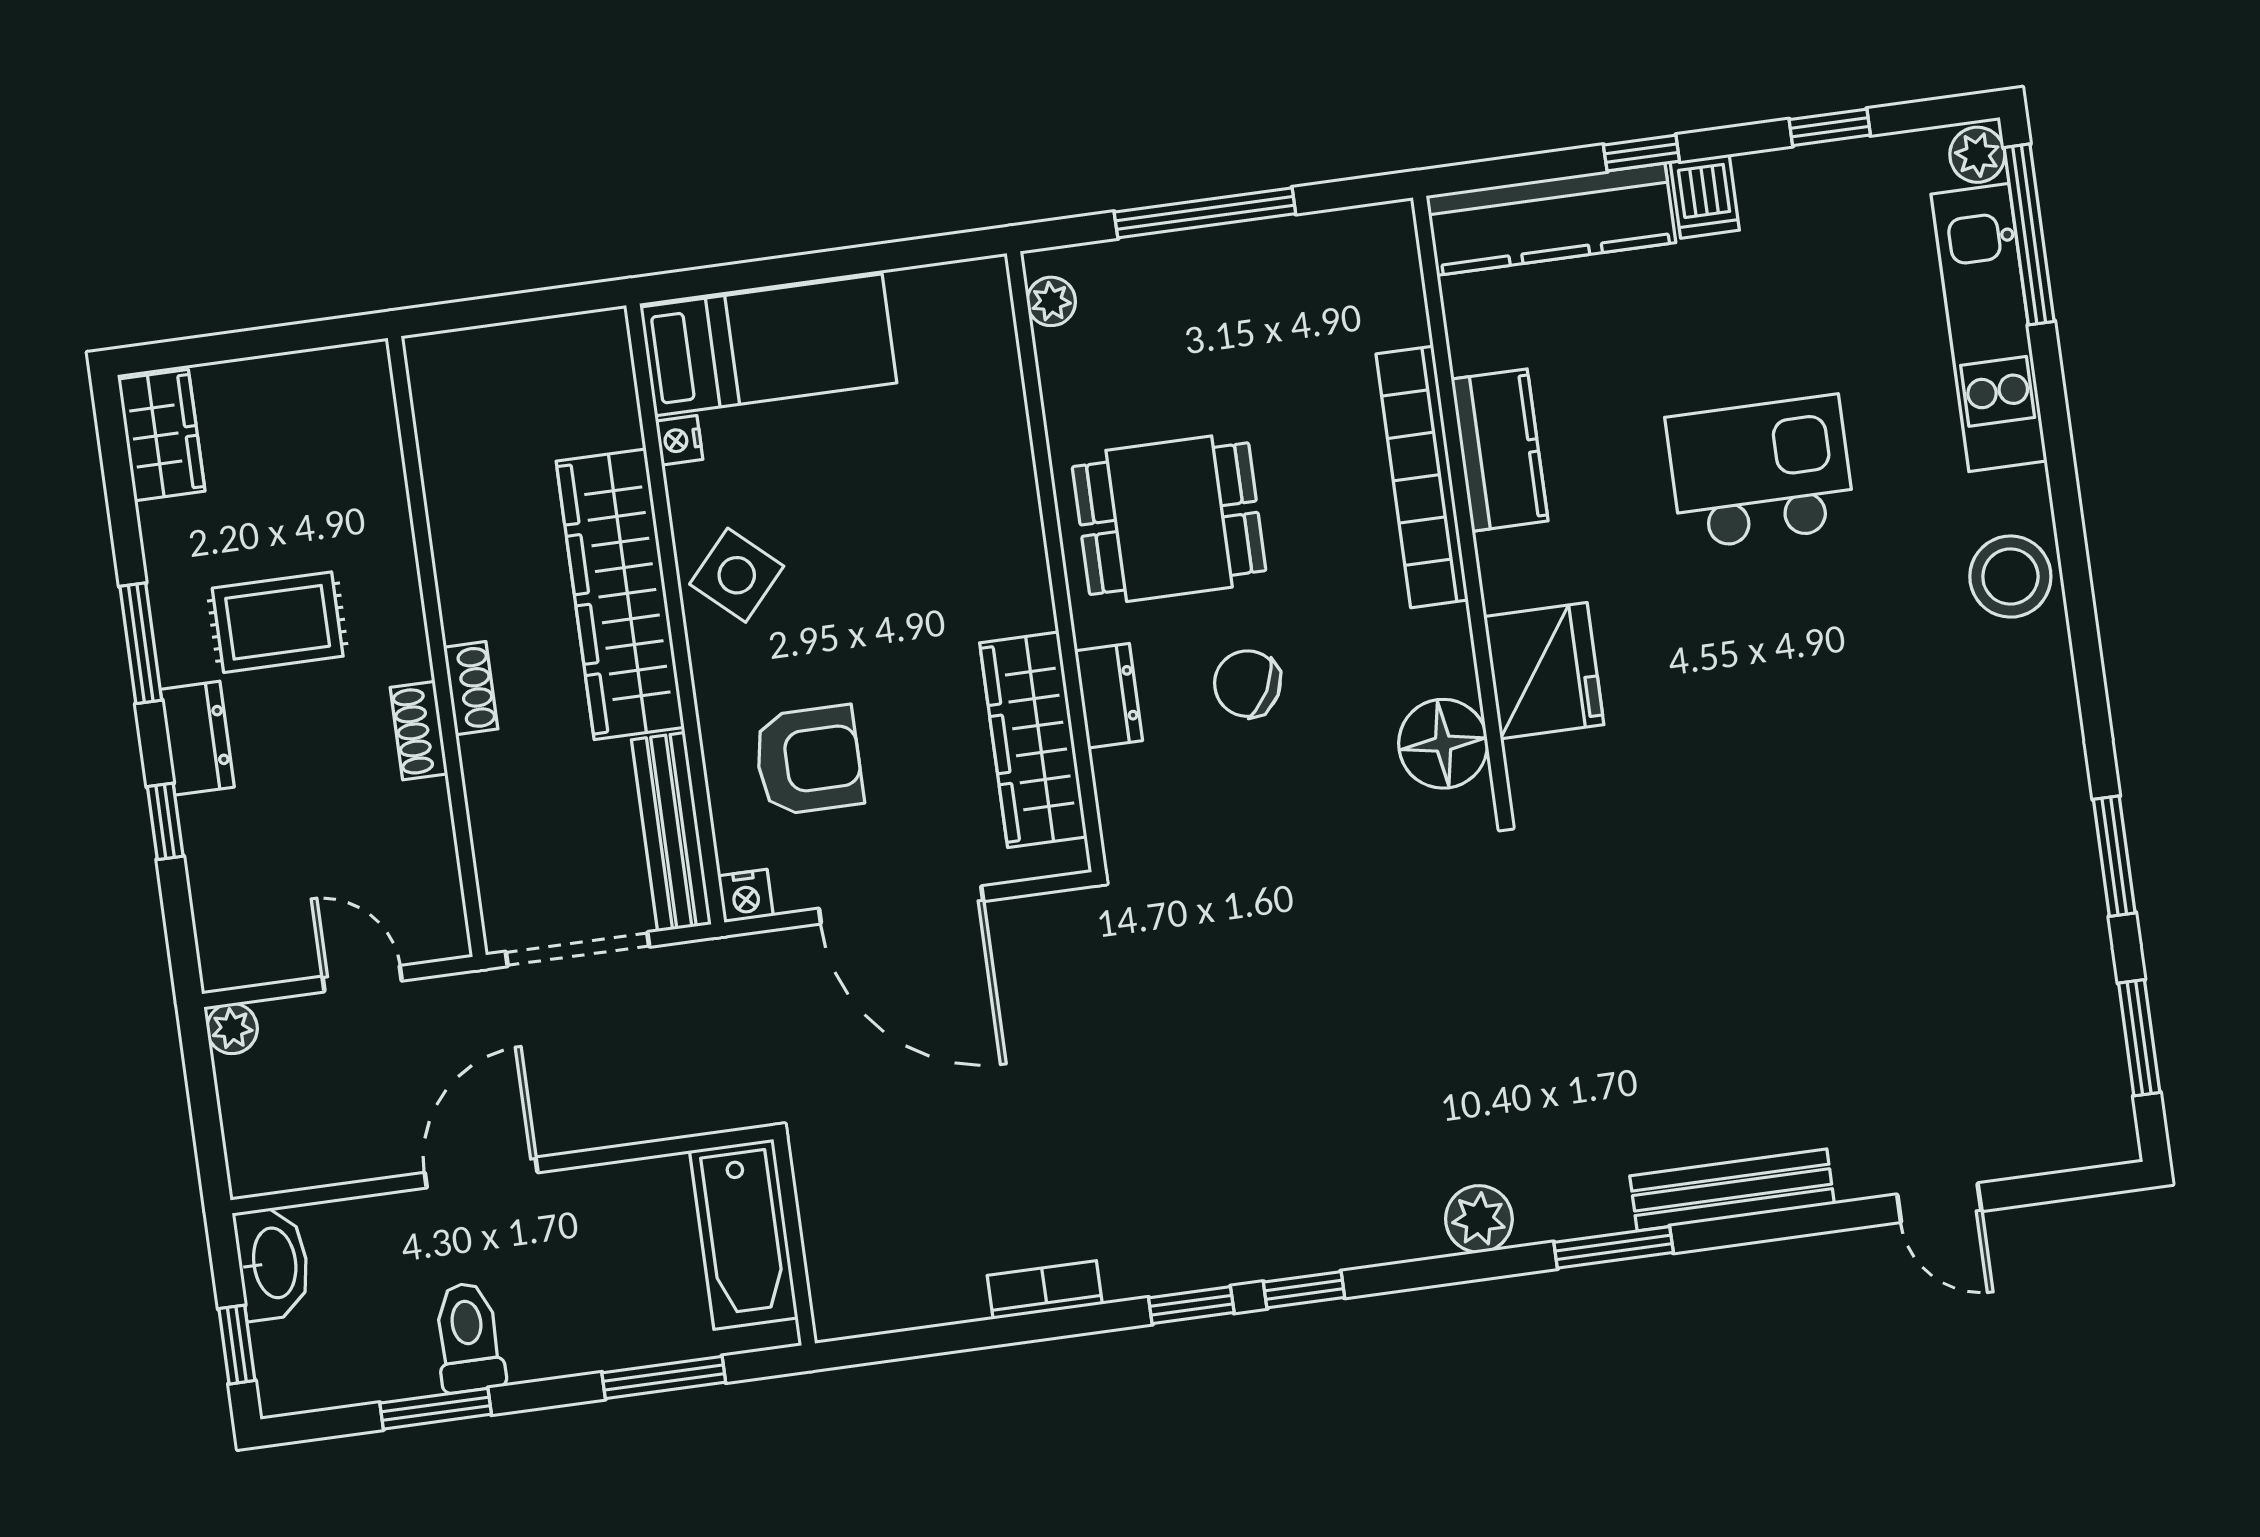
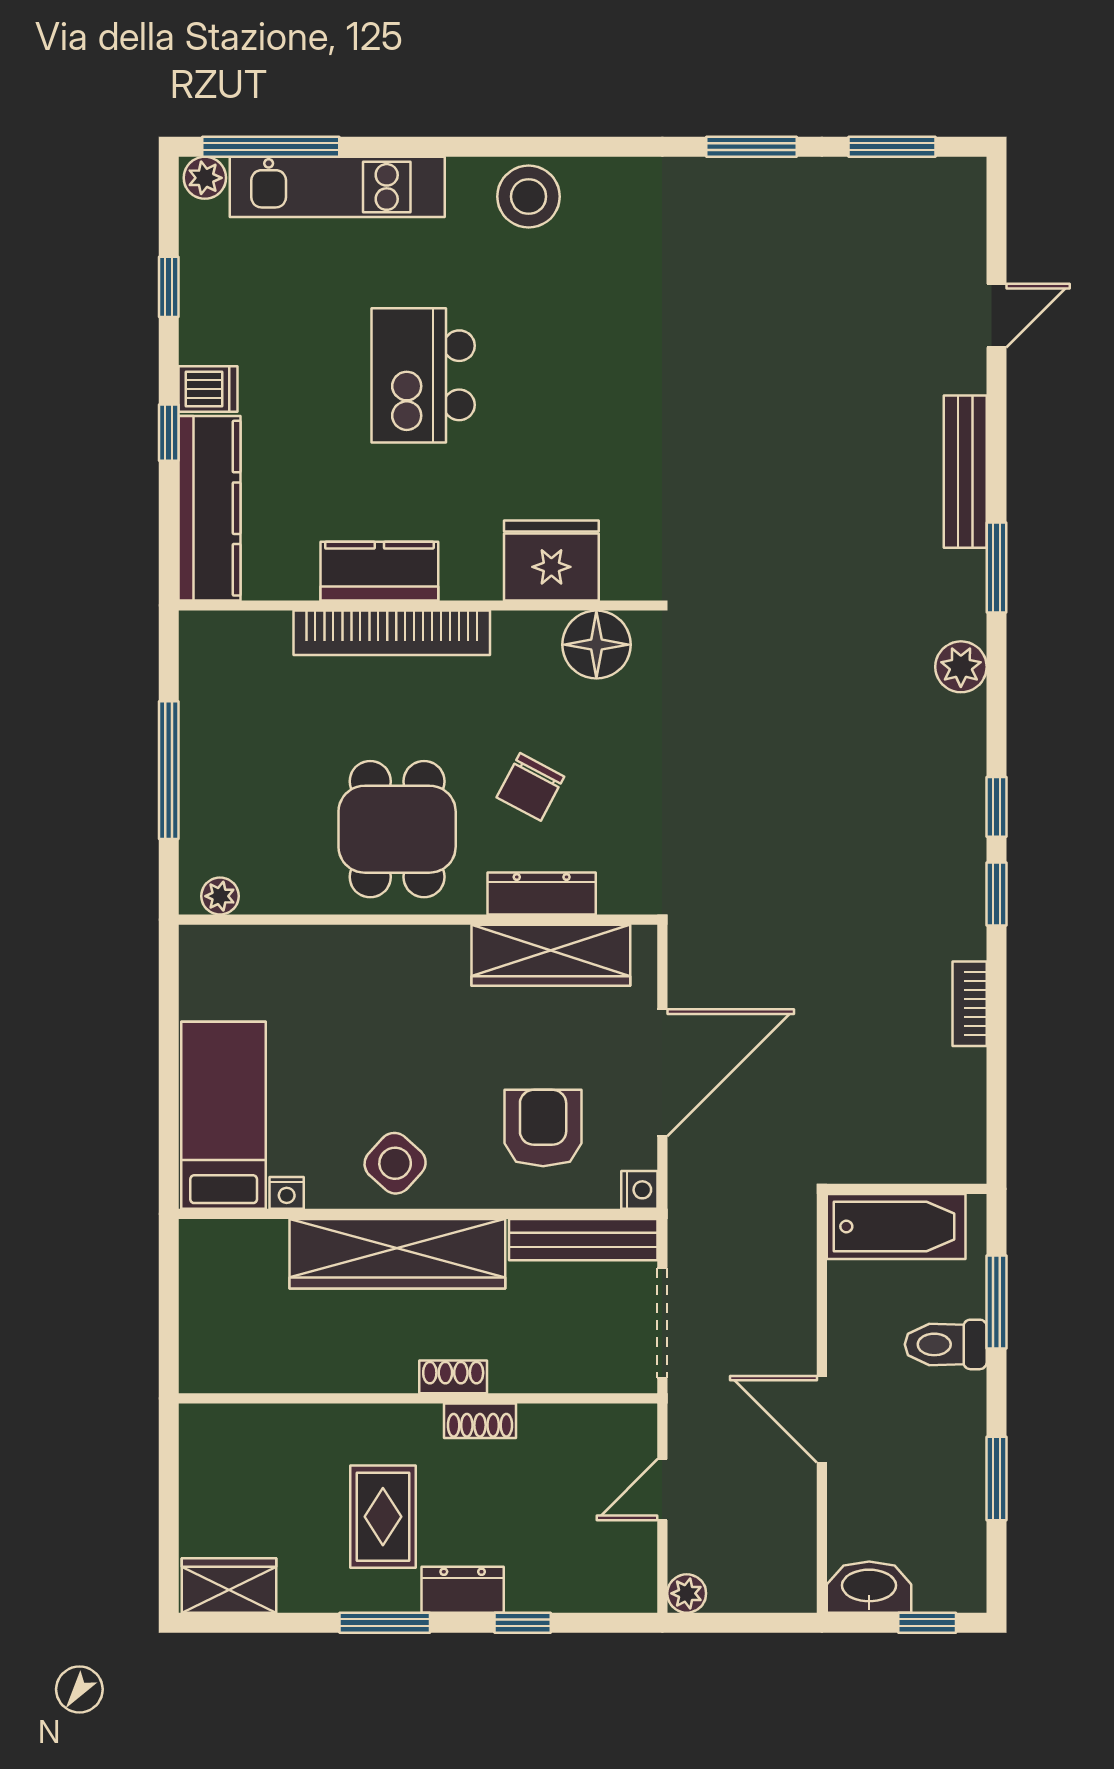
dresser: (1109, 696) -> (542, 893), width x1.44
toilet: (468, 1337) -> (946, 1344), moved

